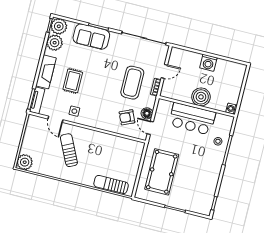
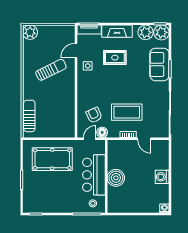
boiler: (201, 97) -> (116, 178), moved
wall: (197, 106) -> (106, 176), moved
washing machine: (232, 109) -> (164, 208), moved
bar counter: (192, 119) -> (94, 175), moved

